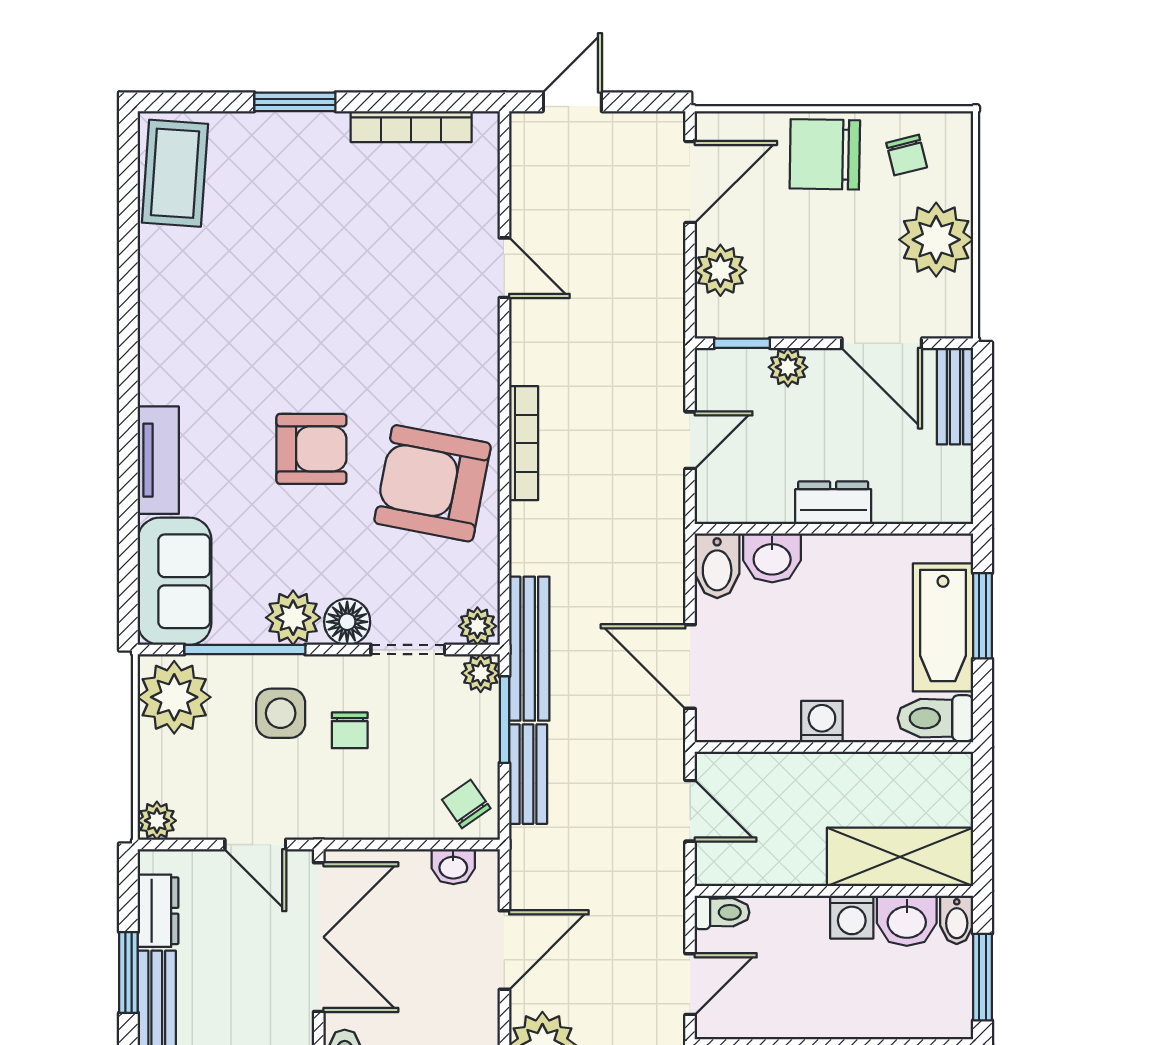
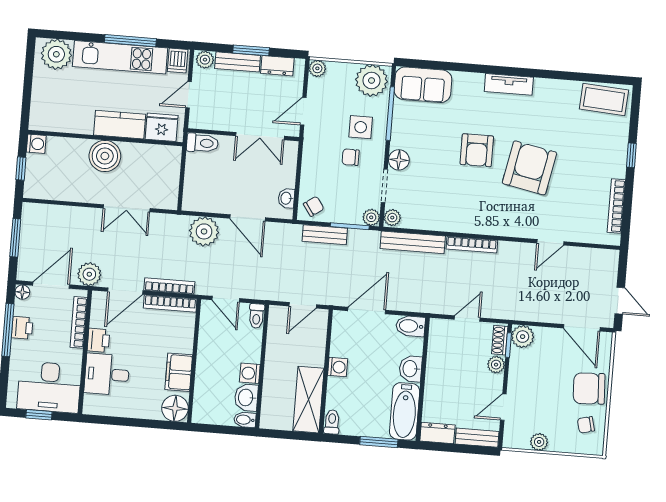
window: (295, 102) -> (631, 155), width x0.67
door: (572, 102) -> (620, 301), moved
chair: (825, 154) -> (589, 389), turned -94
plant: (936, 240) -> (539, 442), width x0.53, depth x0.53
plant: (720, 270) -> (523, 337), moved
door: (882, 343) -> (503, 407), width x0.73
shoe rack: (732, 364) -> (500, 340), added
door: (690, 440) -> (467, 319), swing flipped
tv unit: (158, 460) -> (509, 84), moved
armchair: (433, 483) -> (529, 168), moved
dresser: (833, 503) -> (437, 433), moved, turned -90
washbasin: (772, 558) -> (411, 369), moved
plant: (293, 618) -> (403, 136), removed
bathtub: (943, 627) -> (405, 411), moved, turned -90
bench: (529, 649) -> (413, 242), moved
toilet: (935, 718) -> (332, 422), width x0.73, depth x0.72
shelving: (900, 857) -> (308, 400), moved
double door: (319, 937) -> (260, 136), width x0.73
window: (983, 977) -> (218, 429), removed

